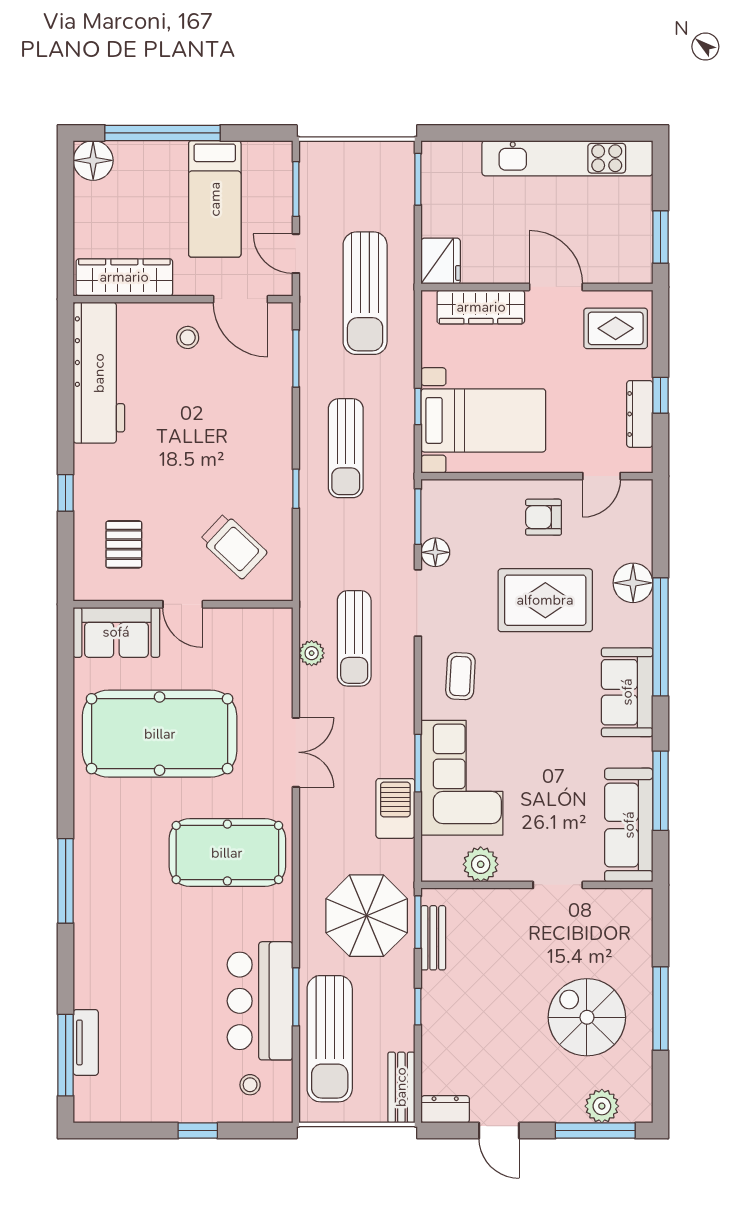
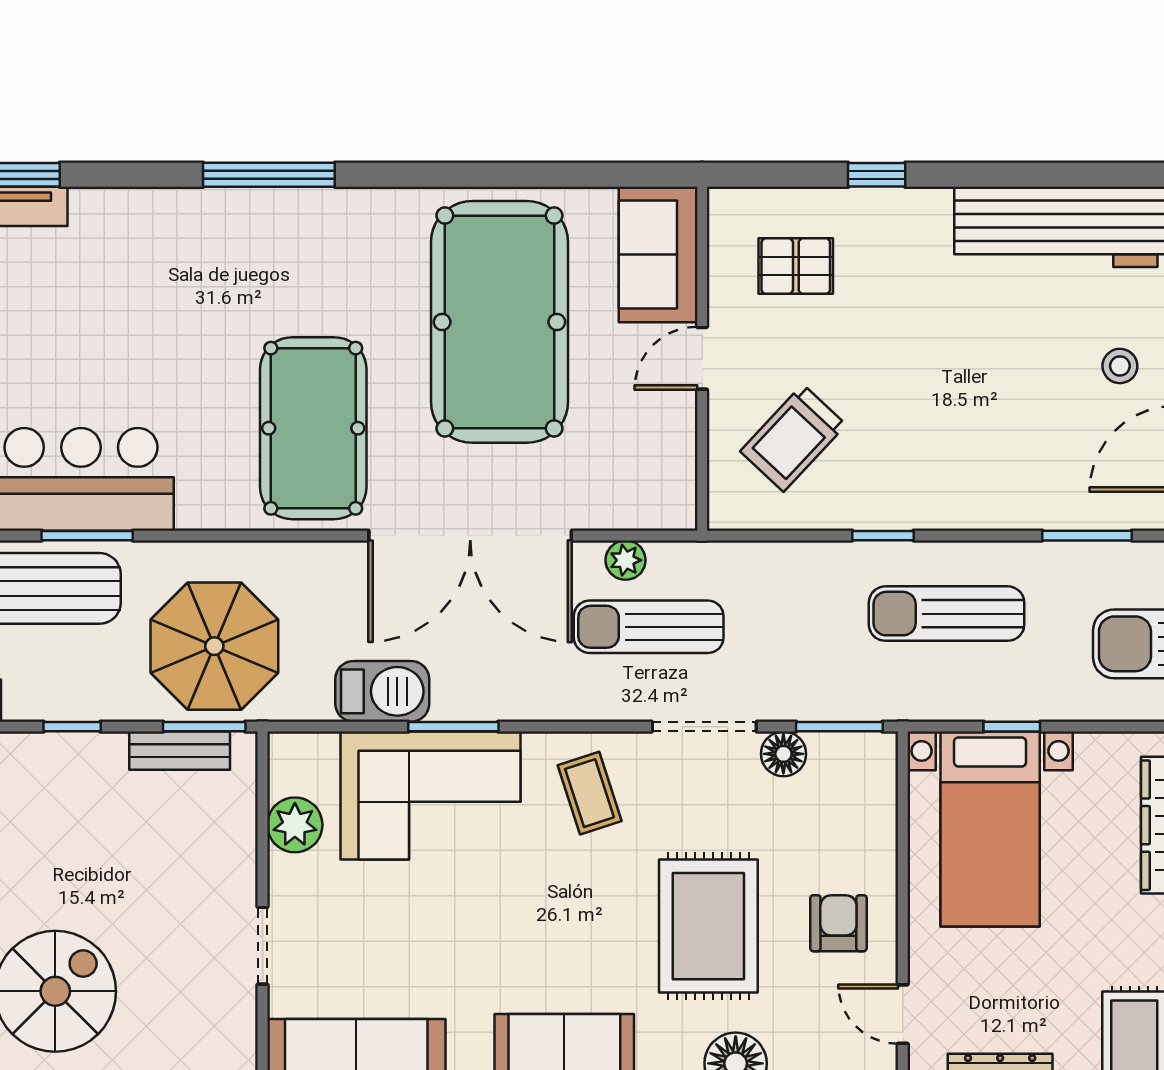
coffee table: (460, 676) -> (590, 793), turned 69
double door: (296, 752) -> (470, 536), width x1.87

